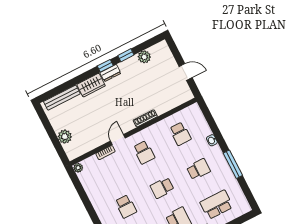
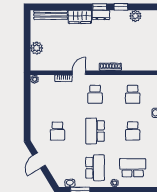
school desk: (198, 169) -> (133, 131), turned 90
school desk: (162, 188) -> (95, 131), width x1.85

